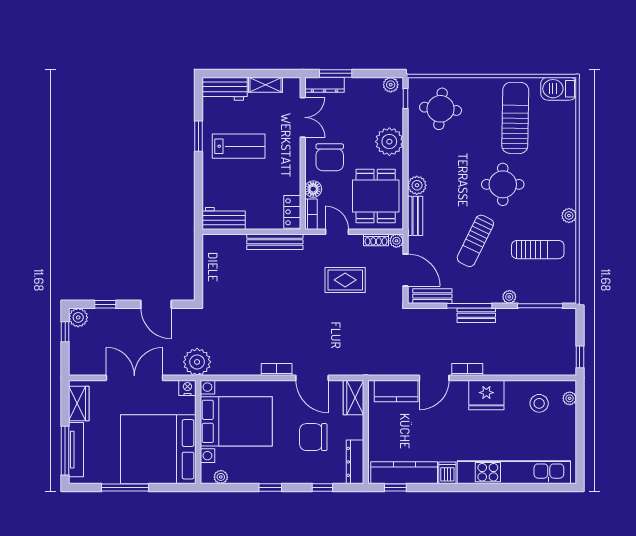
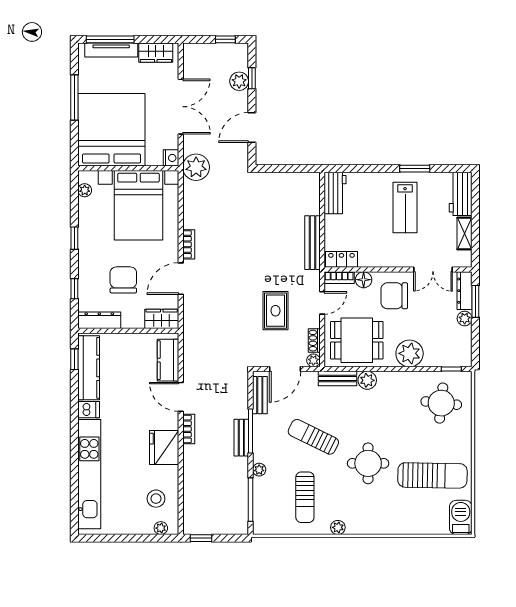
plant: (391, 85) -> (465, 318), moved
plant: (78, 317) -> (239, 81), moved

